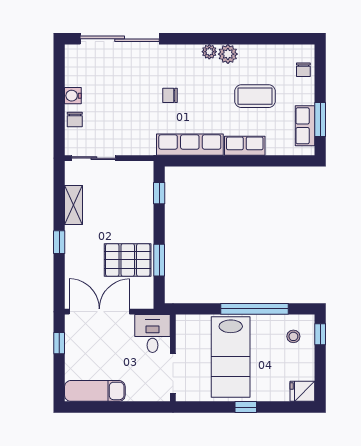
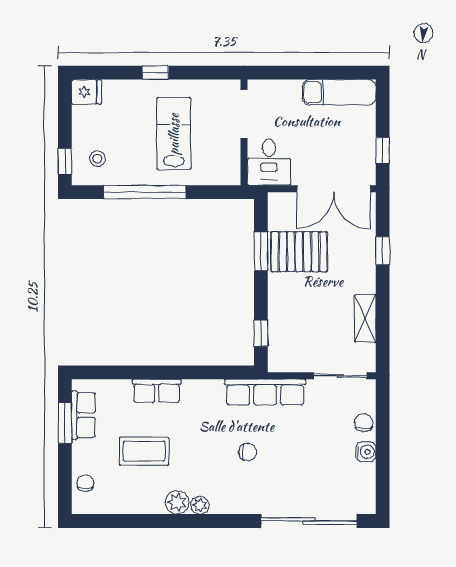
row of seats: (190, 145) -> (265, 392), moved
window: (59, 242) -> (383, 251), moved
lab bench: (231, 357) -> (174, 134), width x0.73, depth x0.72

